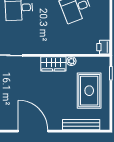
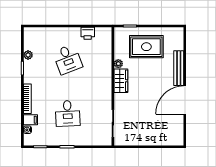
printer: (103, 47) -> (88, 33), moved
bench: (81, 125) -> (179, 68), moved

